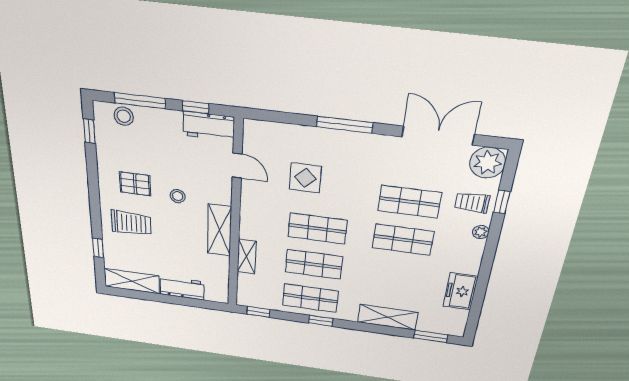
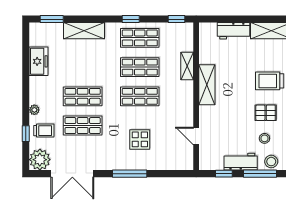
workbench: (209, 126) -> (241, 162), moved
display table: (305, 178) -> (140, 139), moved
stool: (178, 196) -> (264, 138), moved

